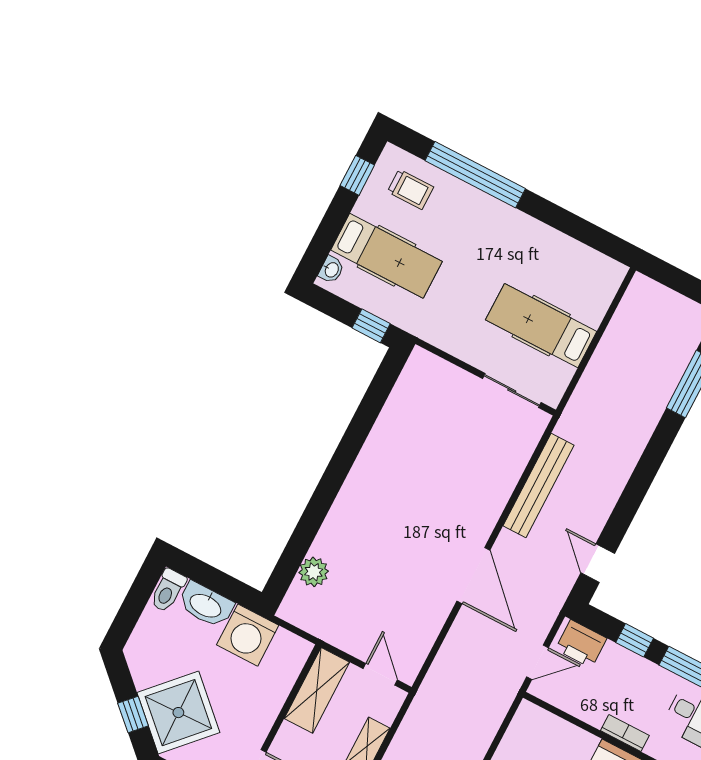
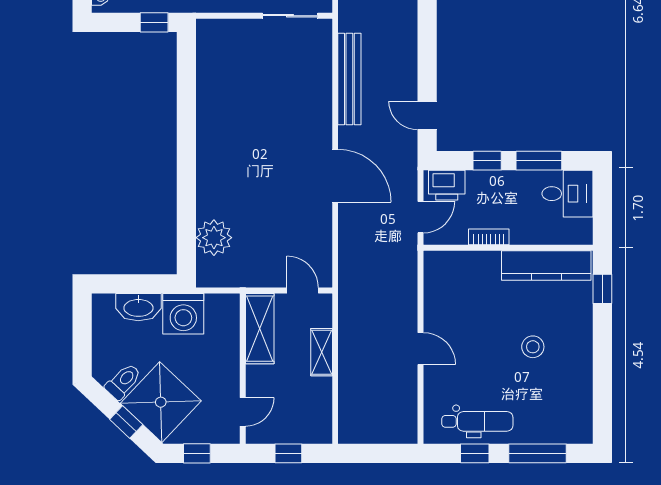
plant: (314, 572) -> (214, 238), width x1.36, depth x1.36
toilet: (168, 591) -> (123, 381), moved, turned -137
bookcase: (625, 733) -> (489, 237), moved

